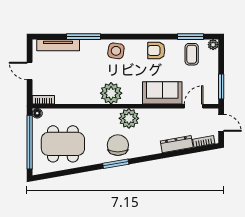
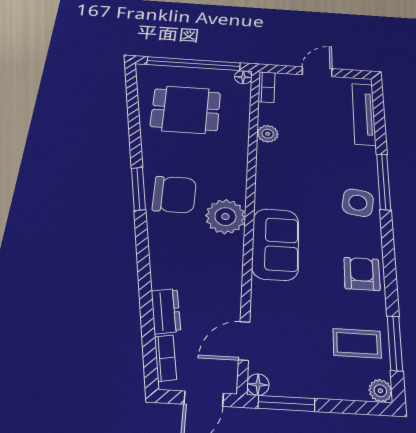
window: (84, 37) -> (384, 182), moved
plant: (111, 93) -> (268, 134), moved, width x0.53, depth x0.53
sofa: (162, 93) -> (275, 244), moved
floor lamp: (213, 99) -> (258, 385), added
door: (194, 106) -> (244, 341), swing flipped
dining table: (63, 144) -> (186, 109), width x0.73
dresser: (177, 144) -> (166, 311), width x0.70

